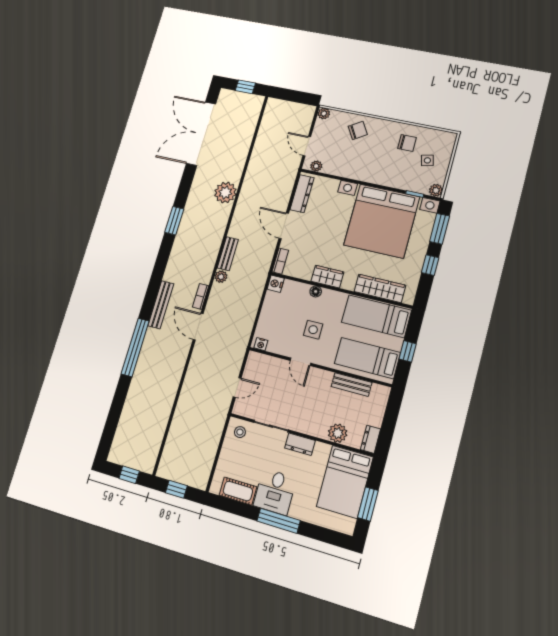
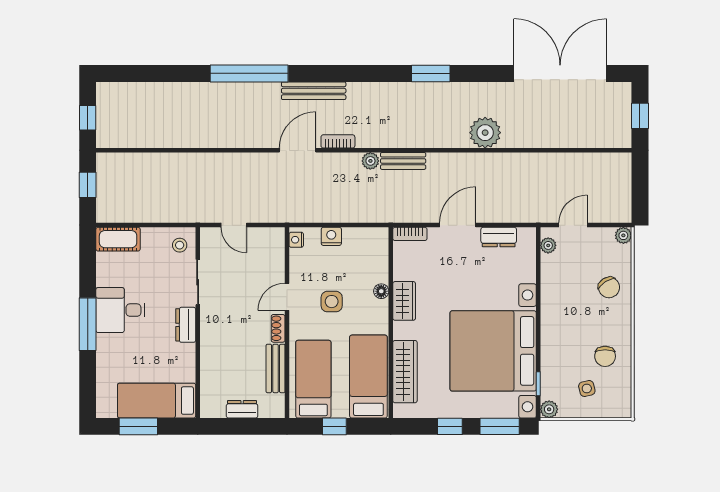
dresser: (302, 194) -> (499, 237), width x0.70
nightstand: (276, 284) -> (331, 236), moved
shoe rack: (322, 375) -> (278, 328), added
plant: (338, 433) -> (212, 368), removed
dresser: (370, 439) -> (242, 409), moved
bed: (345, 482) -> (157, 401), width x0.67
cot: (238, 491) -> (118, 239), moved, turned 90

